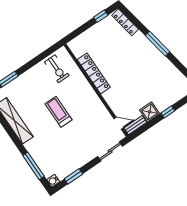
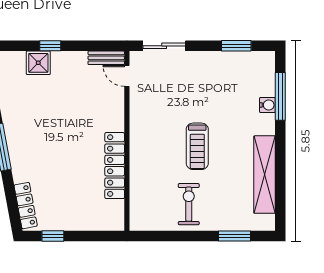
exercise bike: (57, 69) -> (189, 204), moved
shower: (150, 112) -> (38, 63), moved
water cooler: (53, 181) -> (267, 105), moved

